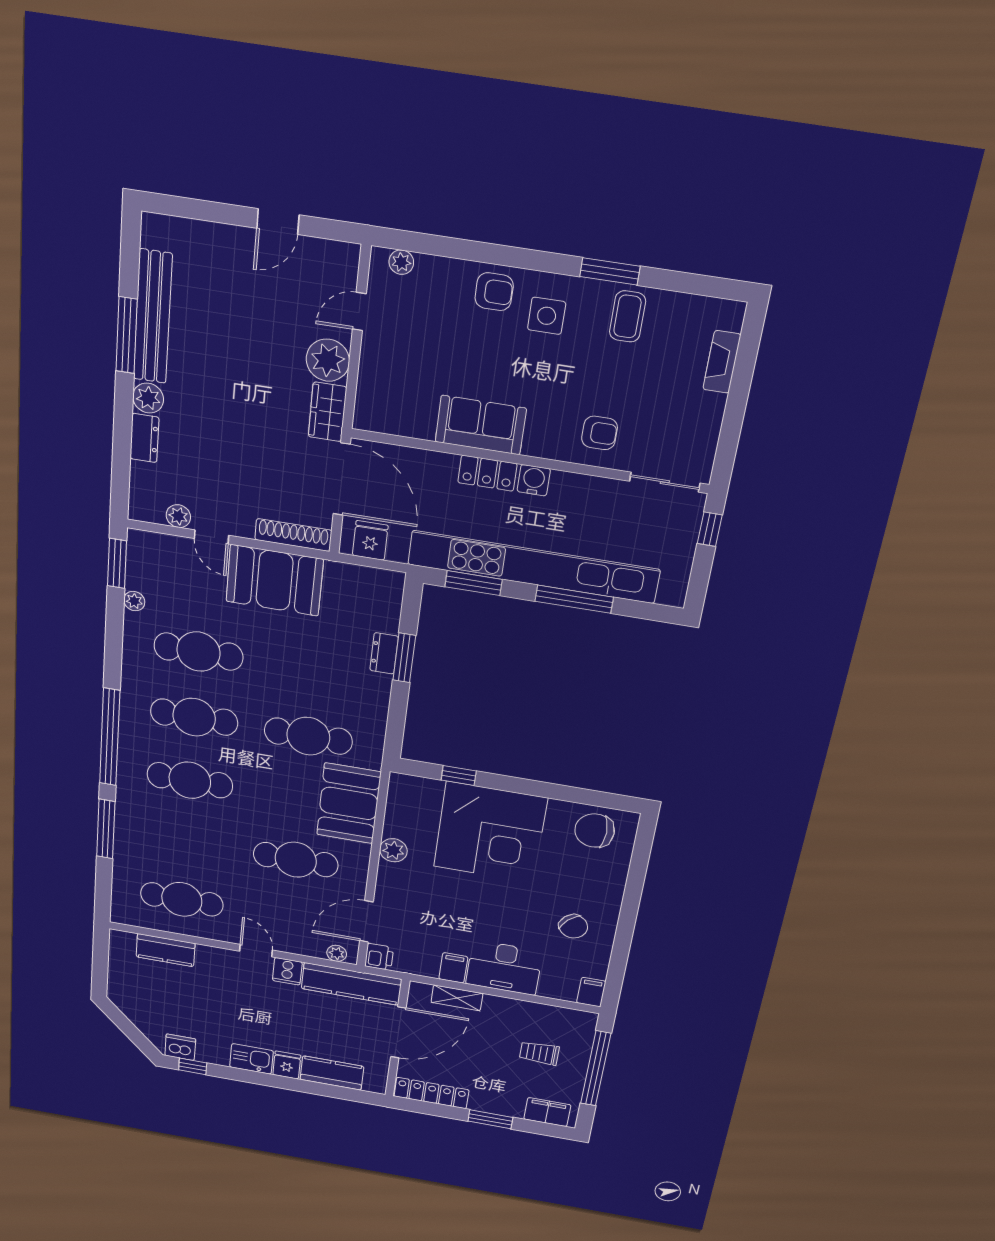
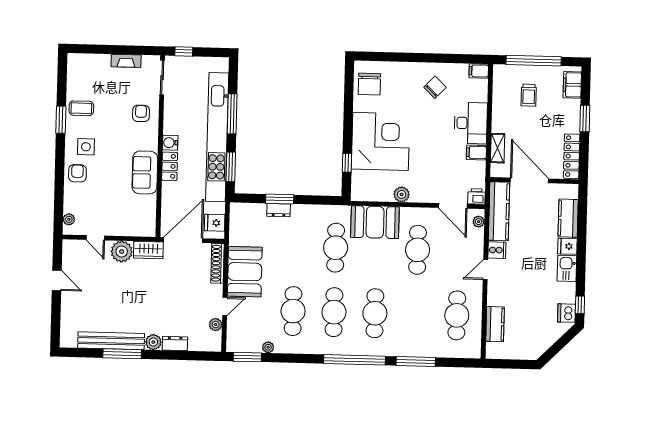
fireplace: (722, 362) -> (126, 61), moved

